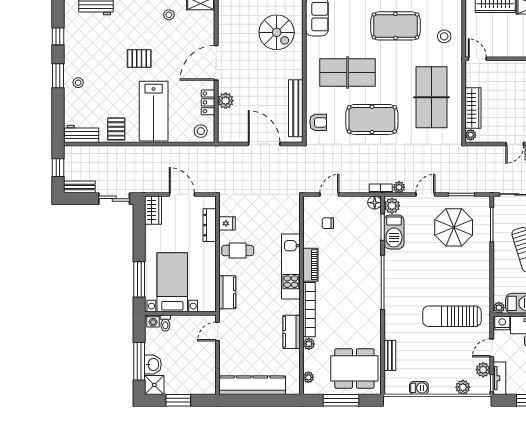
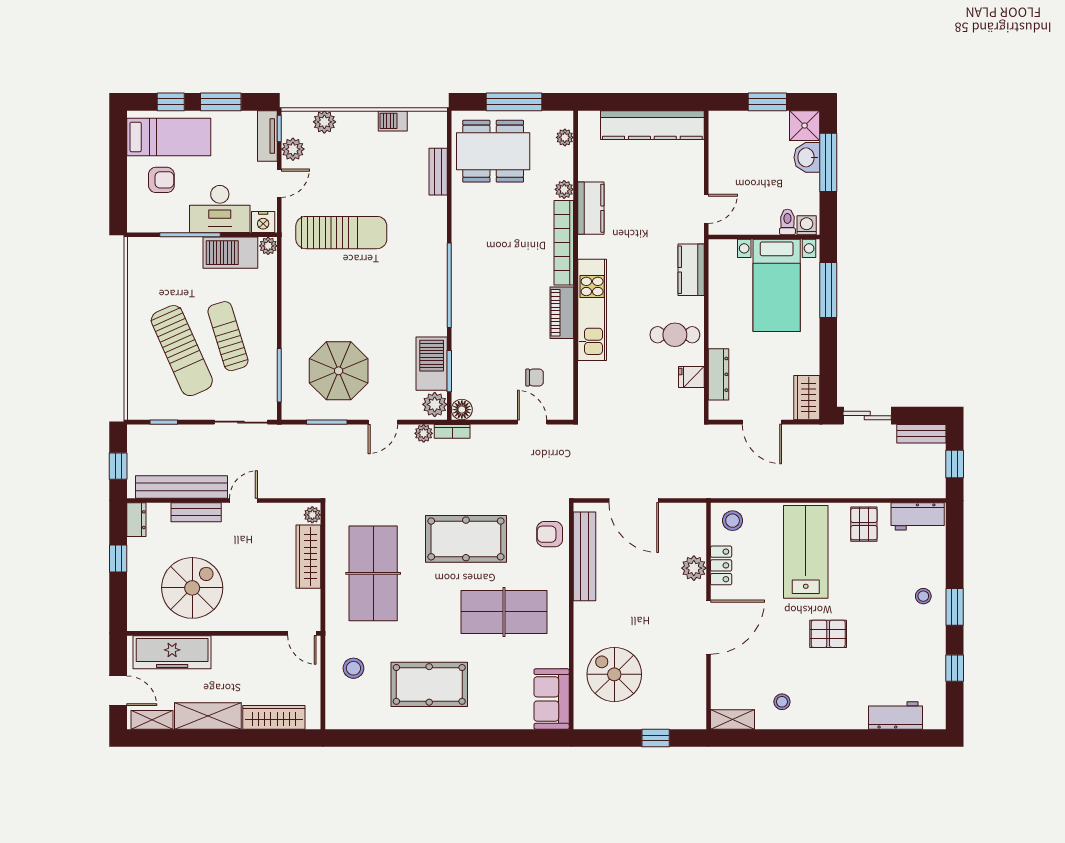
door: (329, 194) -> (532, 422), swing flipped

